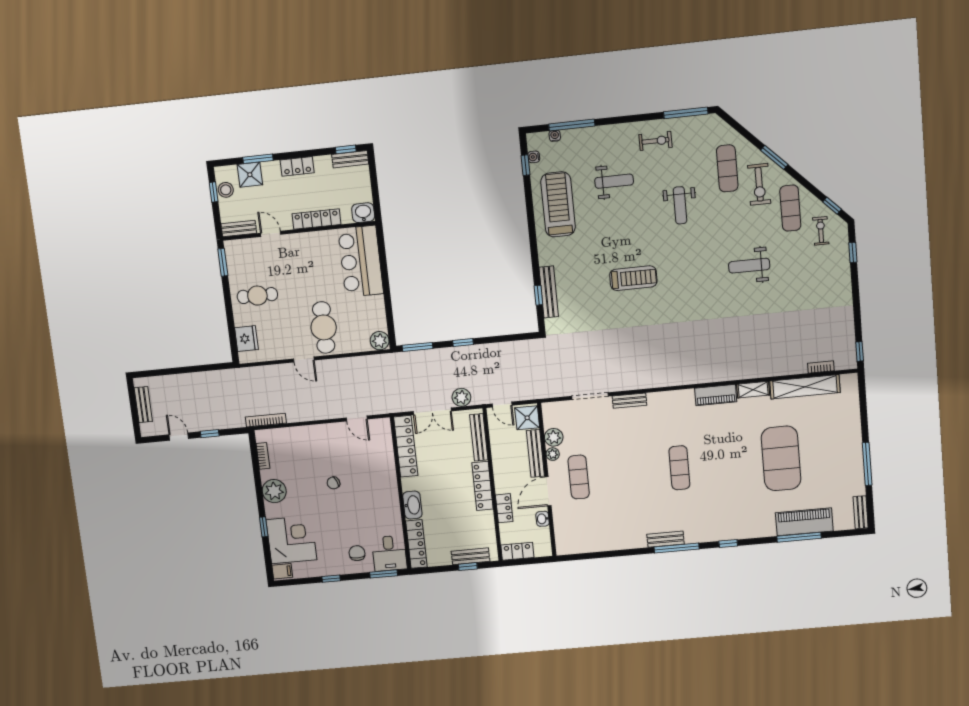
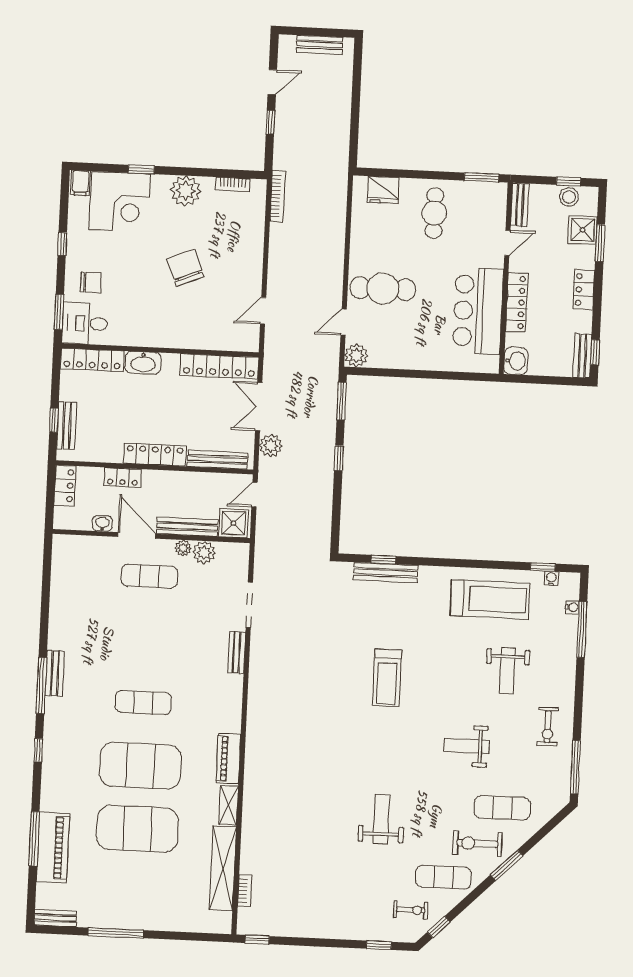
bar counter: (361, 261) -> (478, 311), moved, turned -90
door: (304, 359) -> (344, 322), moved
exercise mat: (730, 463) -> (140, 766), added
chair: (333, 483) -> (185, 268), width x1.87, depth x1.87

